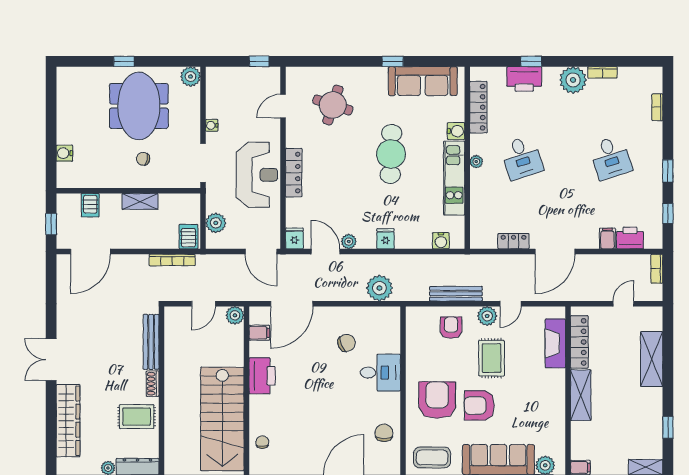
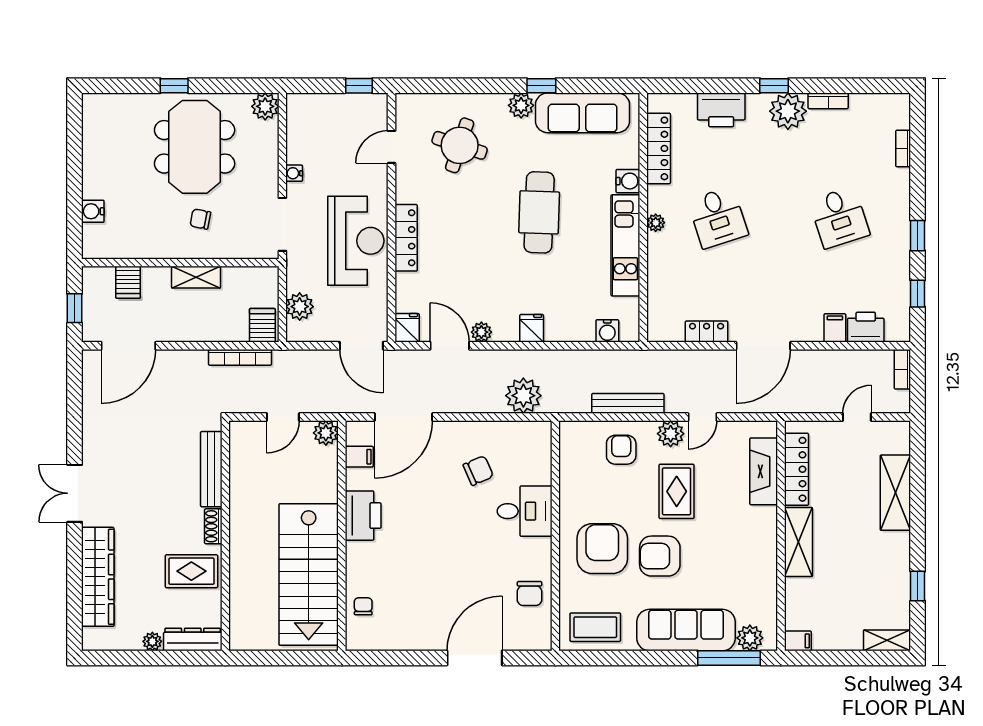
window: (531, 61) -> (774, 86), moved
plant: (378, 76) -> (521, 105), added
chair: (384, 433) -> (529, 593), turned 180

